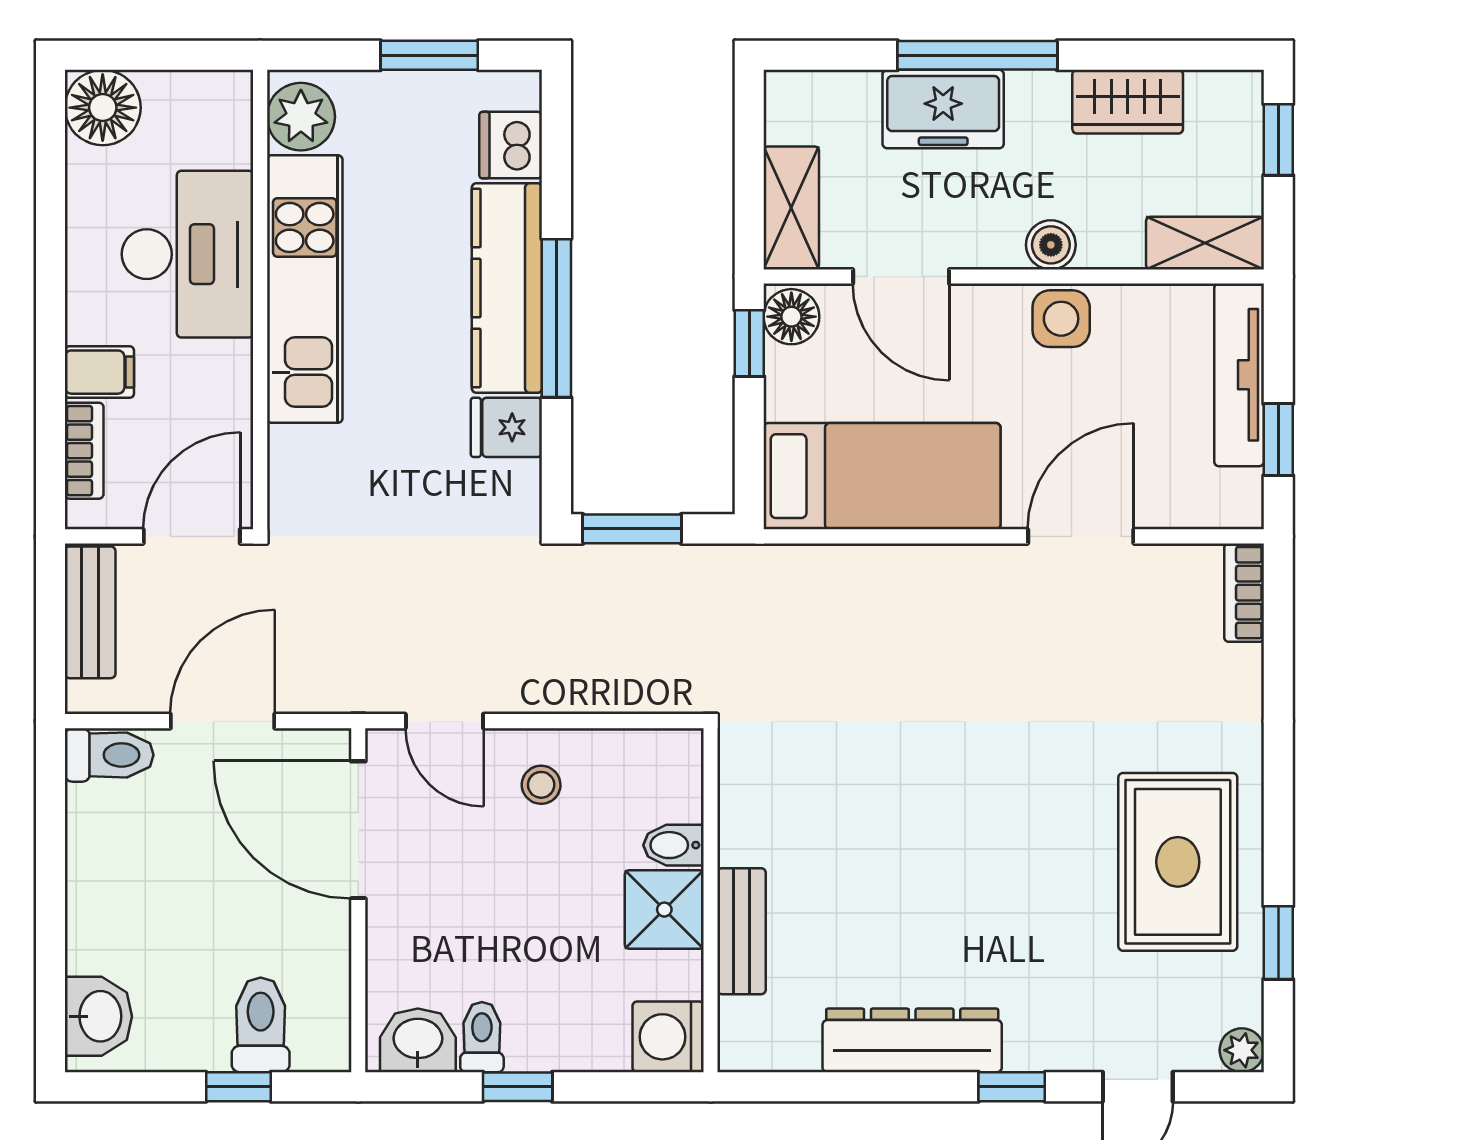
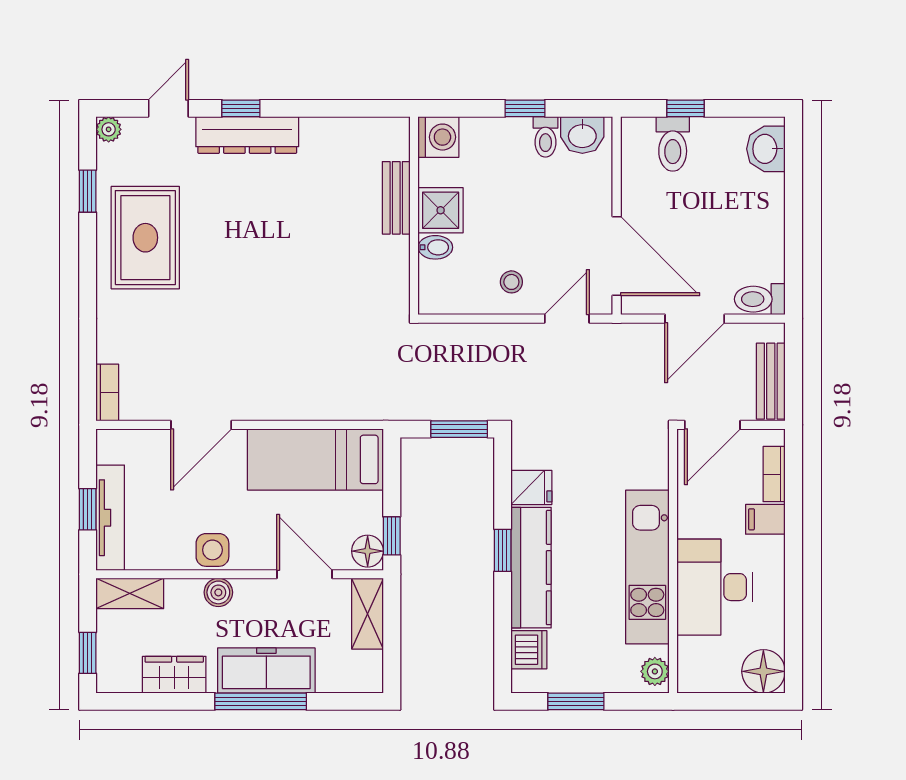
freezer: (943, 109) -> (266, 671), width x1.40
plant: (301, 117) -> (655, 671), width x0.73, depth x0.73
window: (556, 318) -> (503, 550), width x0.46
window: (1278, 440) -> (88, 509), moved
door: (444, 721) -> (567, 319), hinge flipped
dresser: (912, 1040) -> (247, 135), moved

